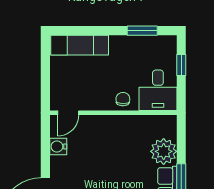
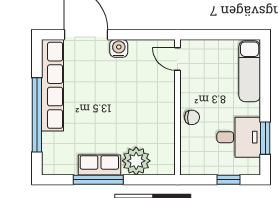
desk: (158, 90) -> (239, 137), moved, turned 180
water cooler: (58, 146) -> (119, 48), moved

